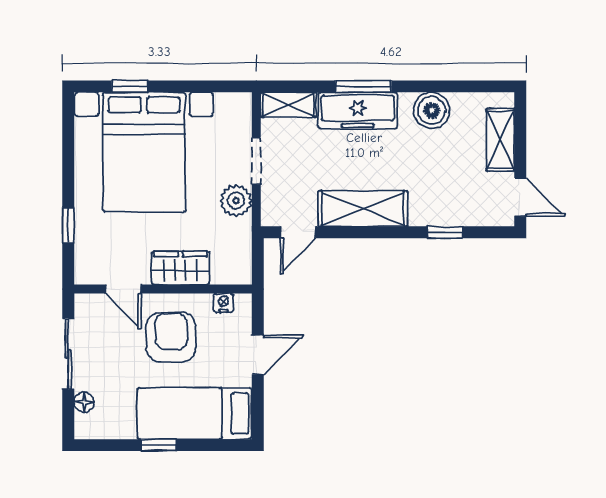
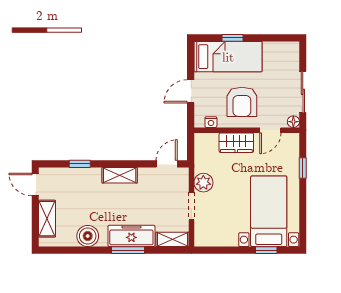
bed with nightstands: (144, 152) -> (269, 211), width x0.73
shelving: (363, 209) -> (120, 175), width x0.67, depth x0.75
door: (123, 289) -> (270, 130), swing flipped
floor lamp: (84, 402) -> (293, 122), moved
window: (159, 445) -> (232, 38), moved

